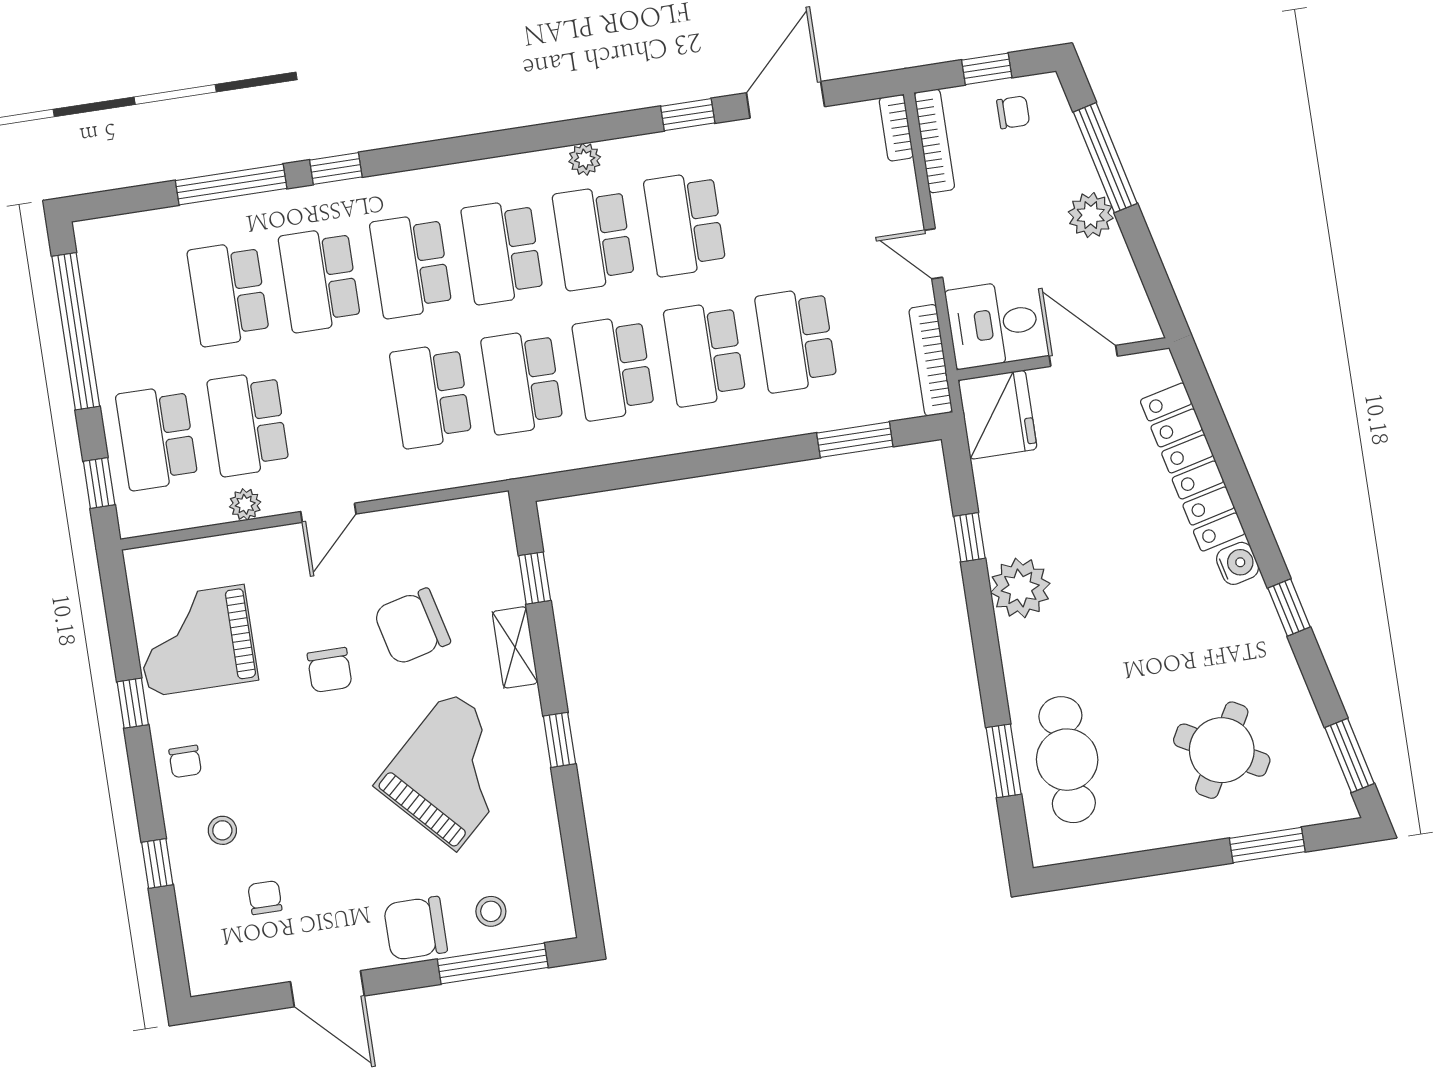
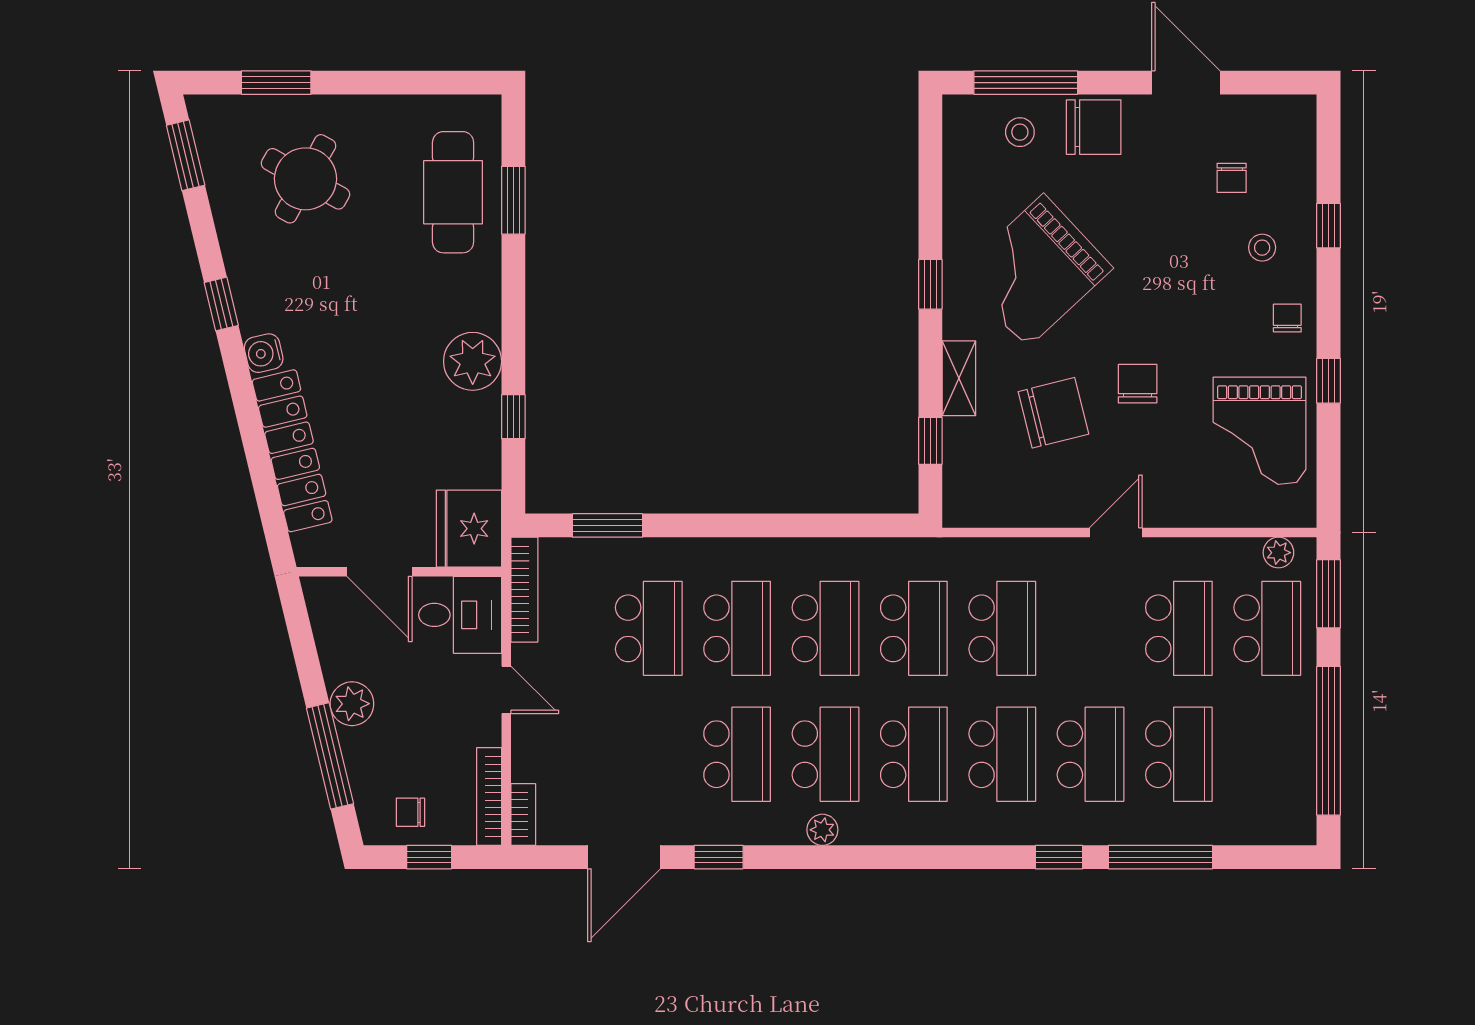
window: (99, 483) -> (1329, 594), width x1.50
plant: (245, 504) -> (1278, 553), moved
grand piano: (196, 641) -> (1259, 431), turned 90

